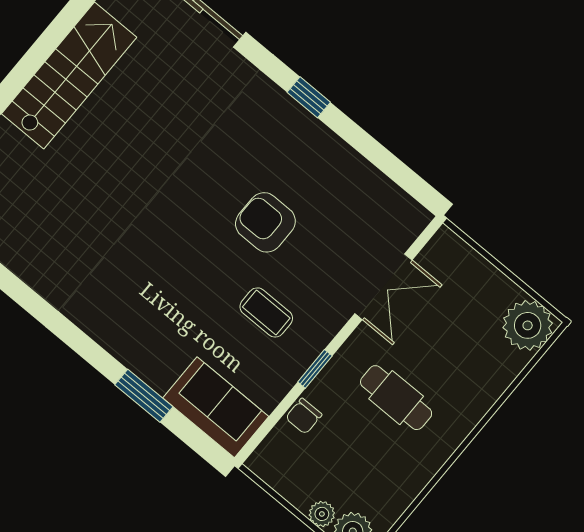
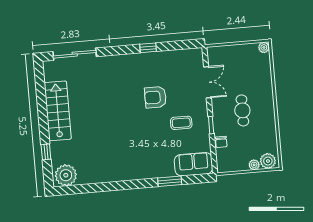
window: (309, 97) -> (148, 48), moved
plant: (528, 325) -> (264, 47), width x0.53, depth x0.53
cafe table: (396, 398) -> (242, 110), turned 90

